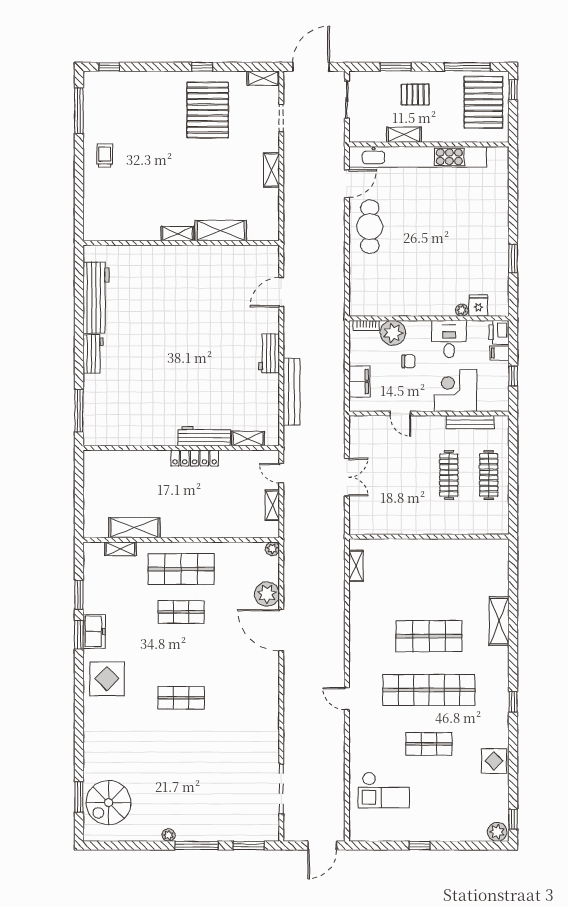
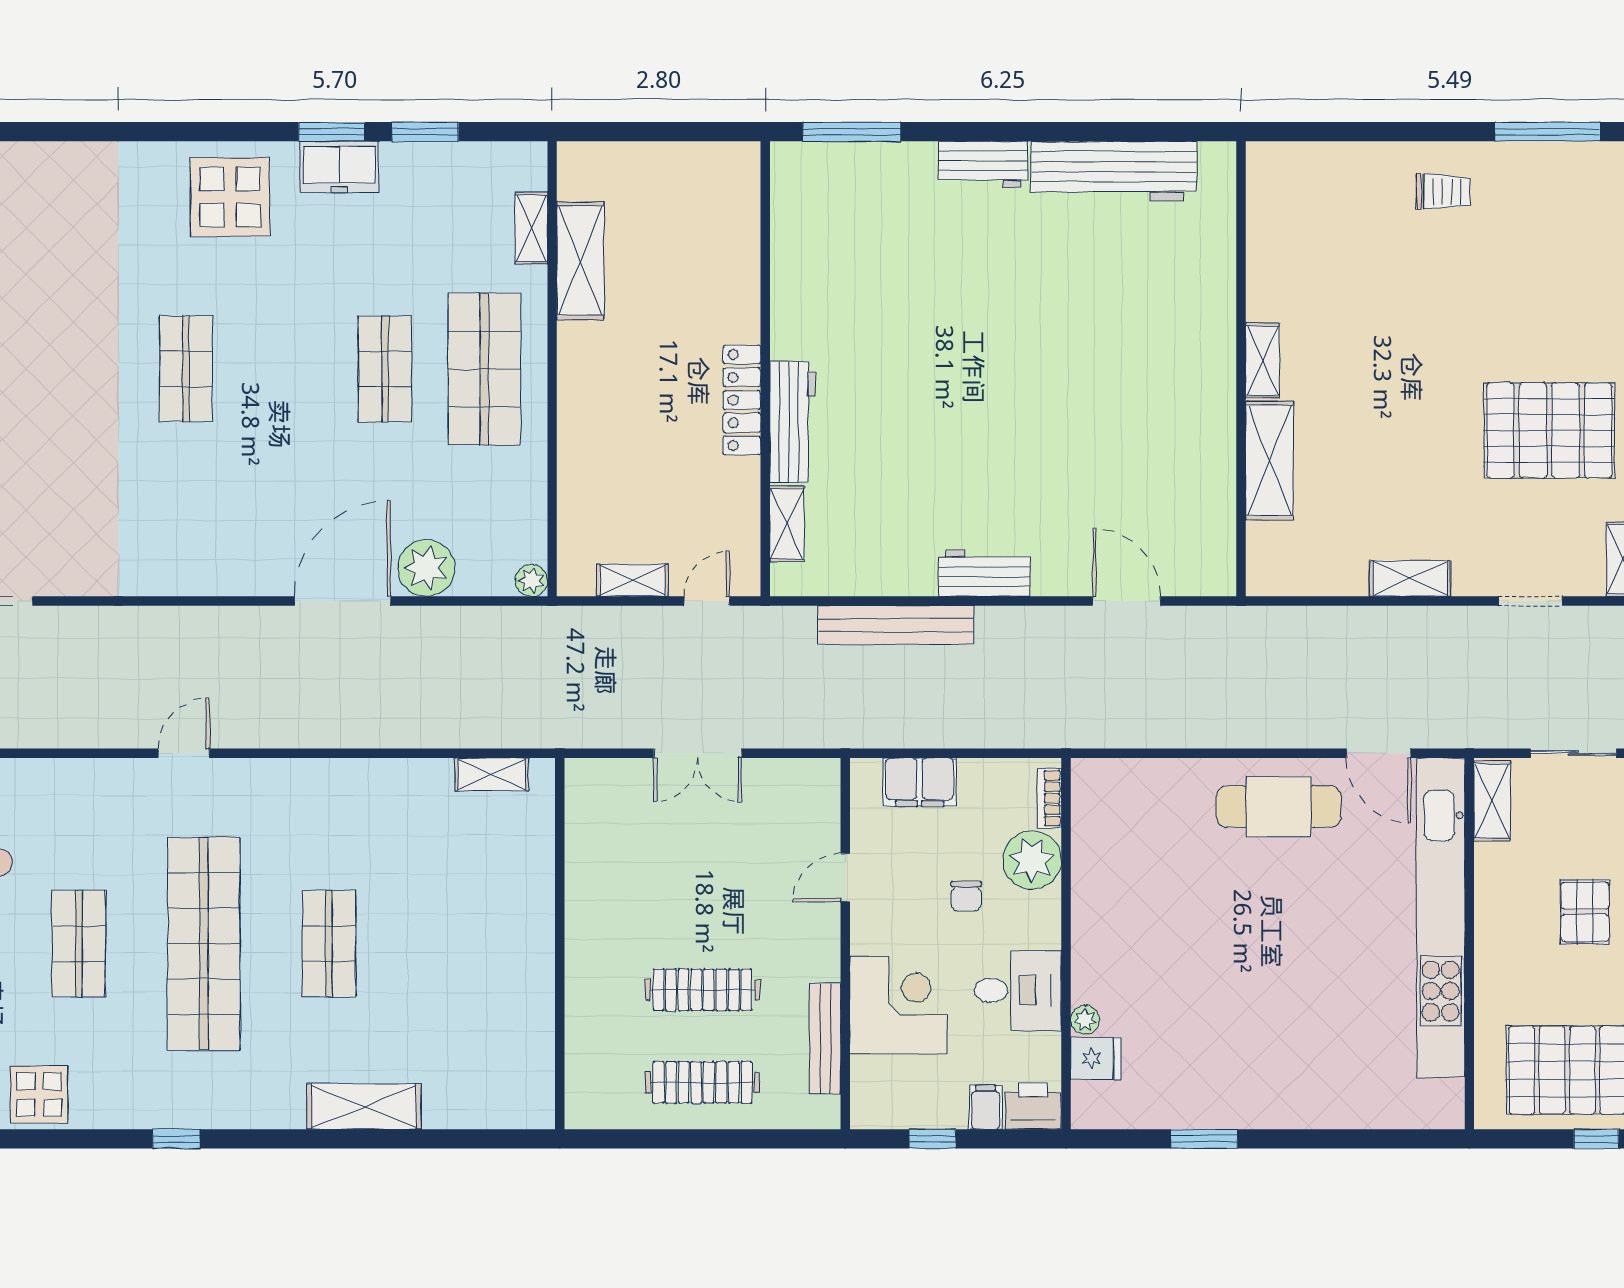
shelving: (404, 135) -> (1492, 801), moved
shop shelf: (429, 636) -> (329, 944), width x0.70, depth x0.74

